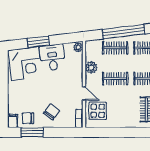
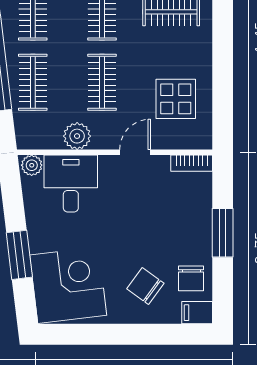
desk: (52, 58) -> (71, 183), moved, turned 97
display table: (98, 111) -> (176, 99), moved
chair: (52, 112) -> (145, 286), moved
window: (32, 132) -> (223, 233), moved

